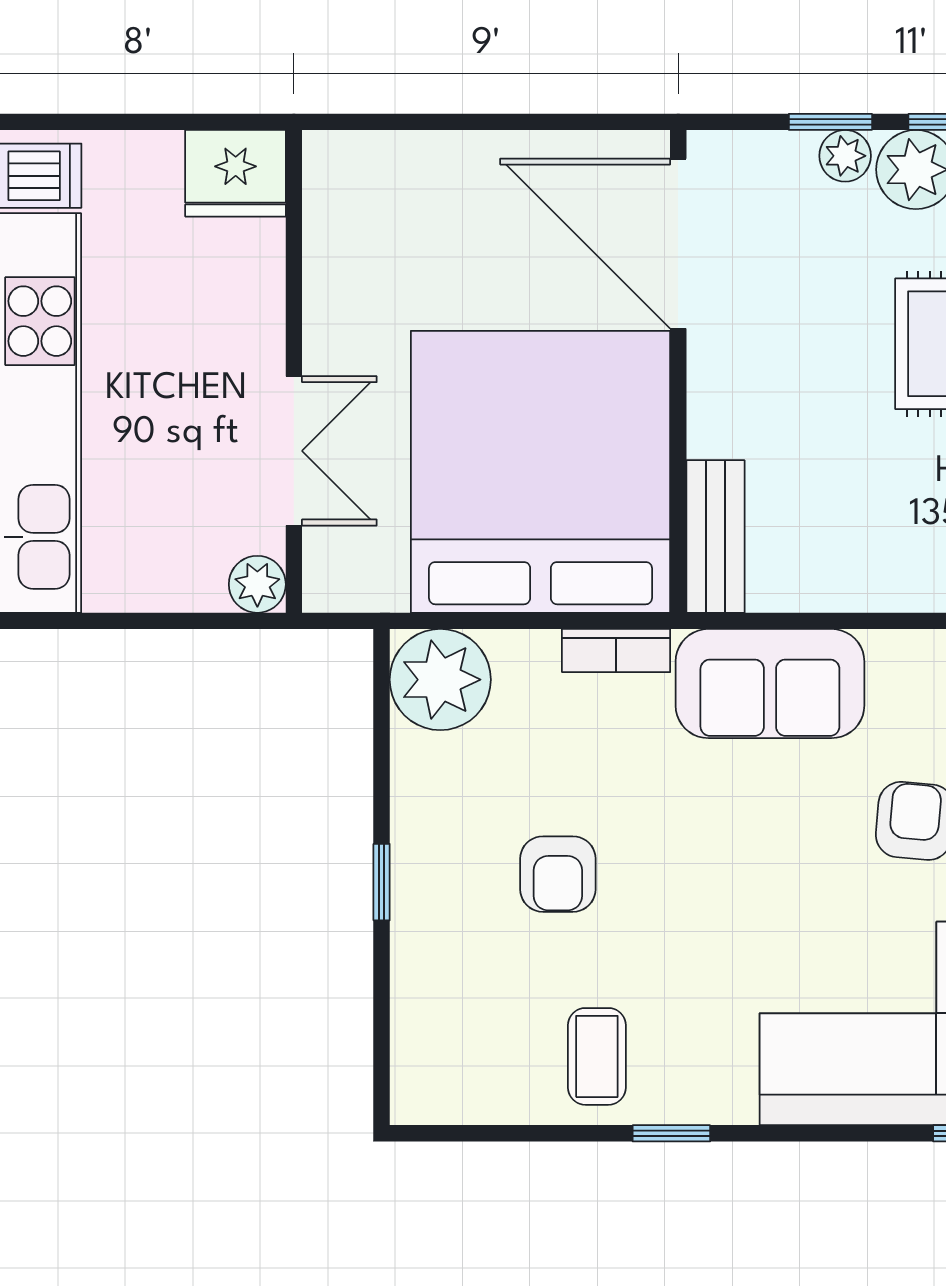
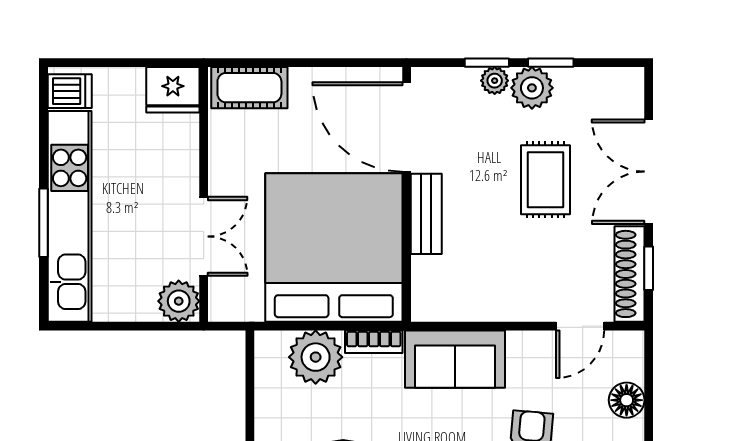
cot: (381, 169) -> (249, 88), added
bench: (715, 536) -> (426, 214), moved
plant: (257, 584) -> (179, 301), width x1.38, depth x1.38
plant: (440, 680) -> (316, 357), moved

